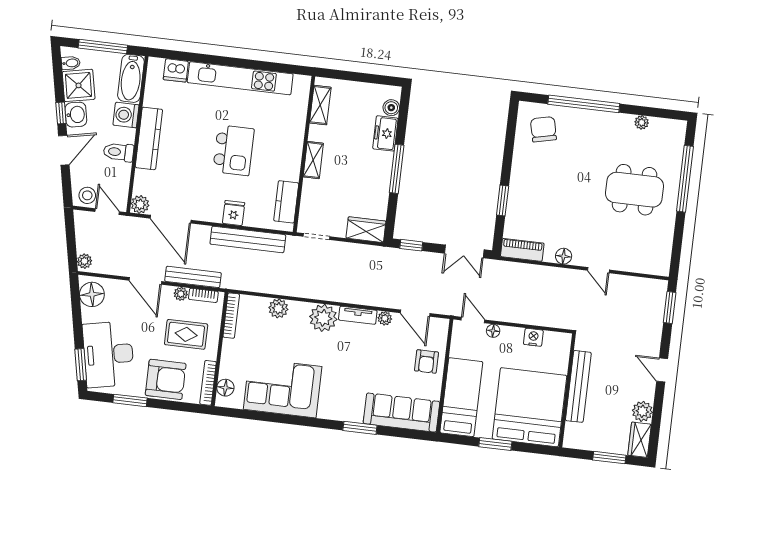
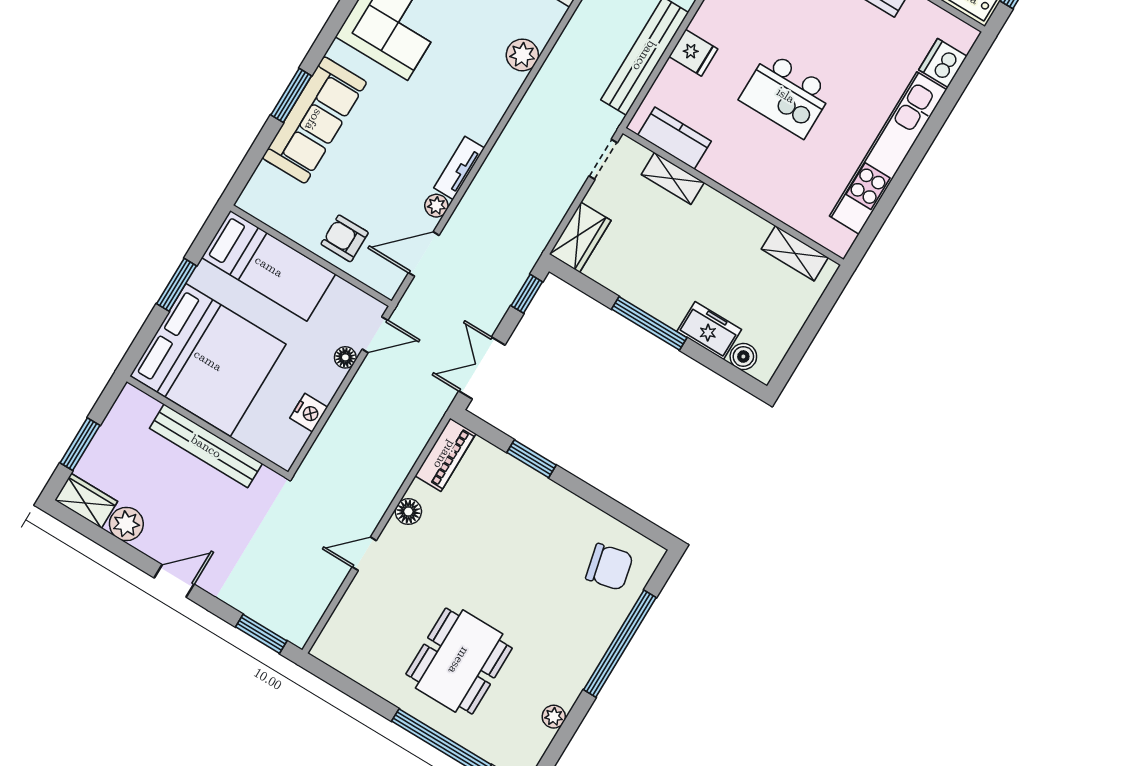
shelving: (313, 160) -> (673, 178), moved
plant: (323, 318) -> (478, 115), removed
sofa: (402, 413) -> (314, 120), moved

